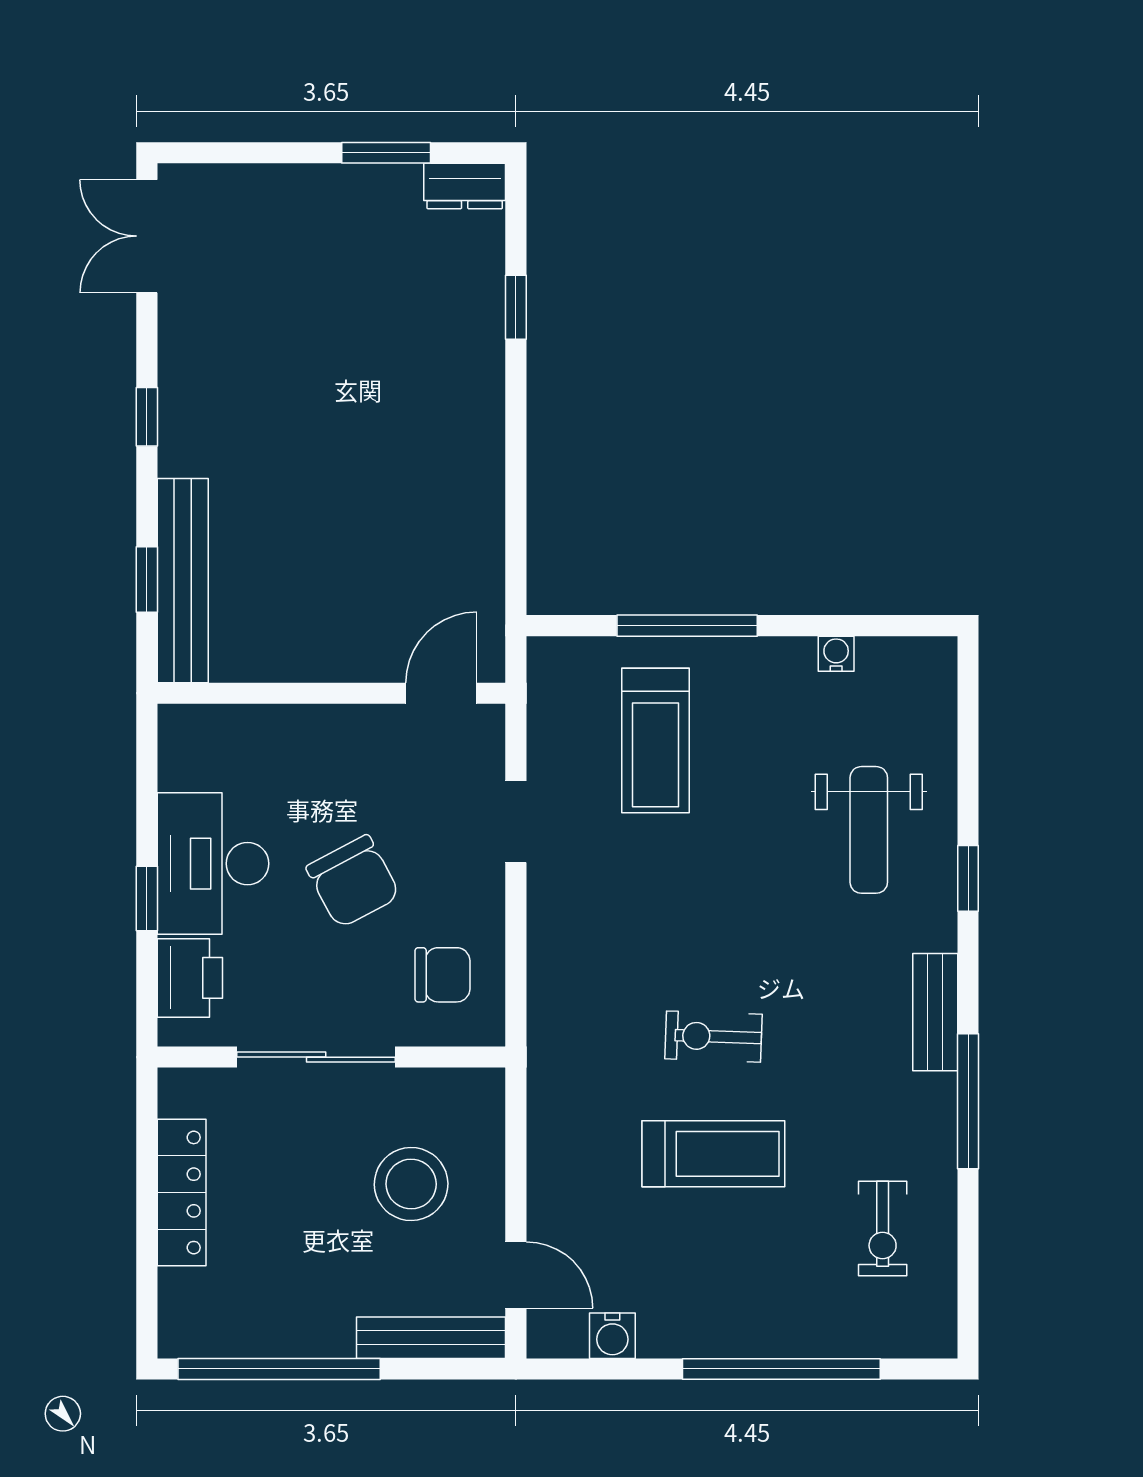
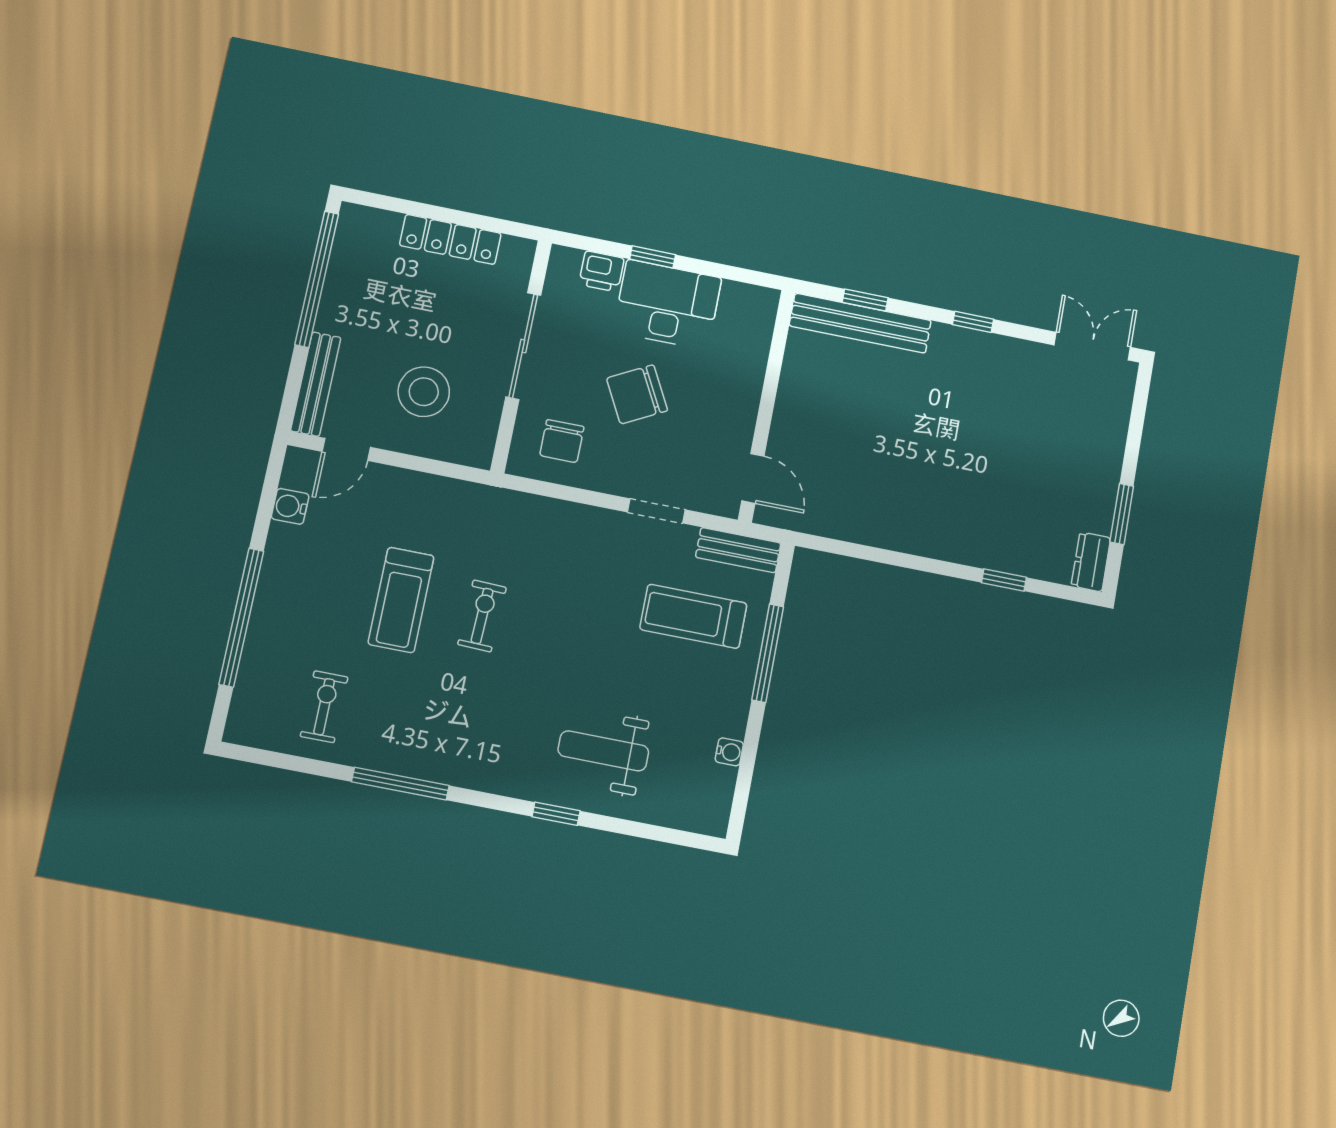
printer: (190, 978) -> (602, 271), width x0.73, depth x0.81
bench: (935, 1012) -> (738, 550), moved
exercise bike: (883, 1228) -> (324, 707), turned 90

